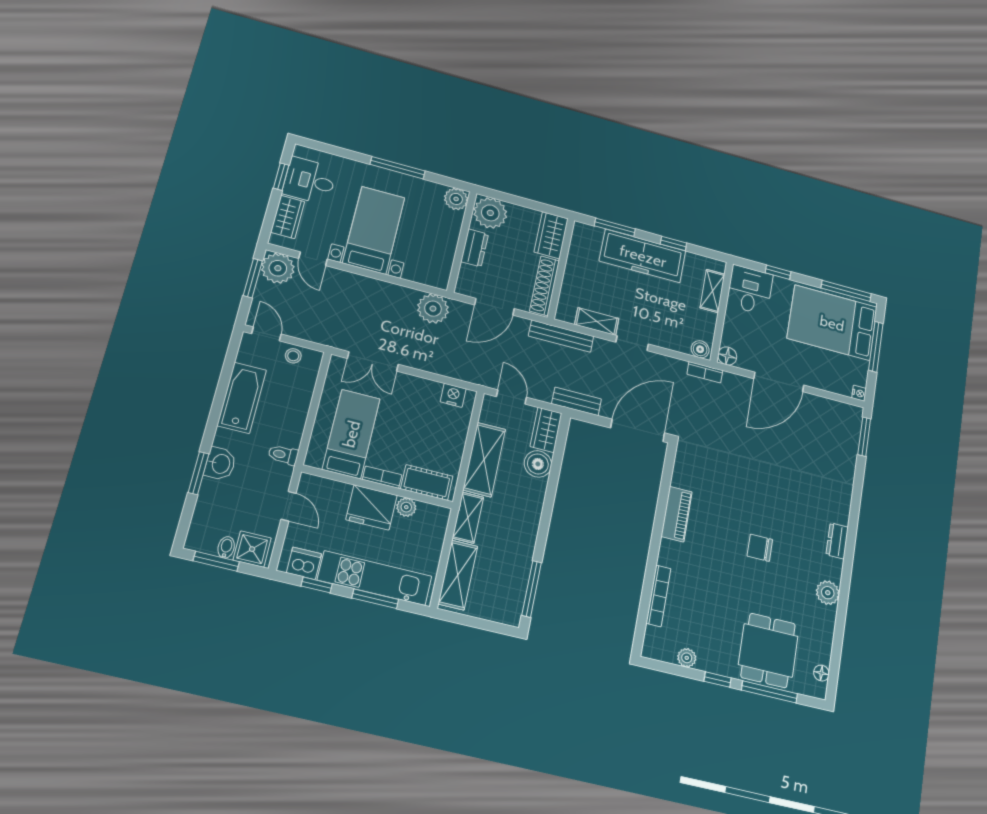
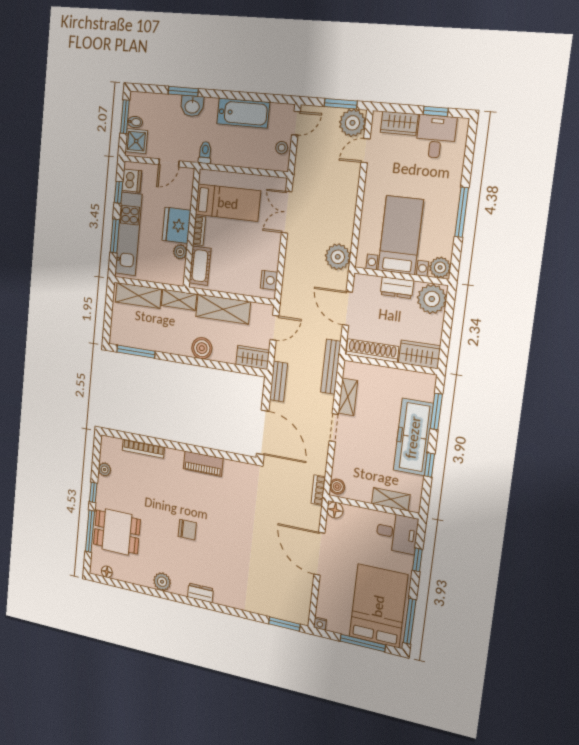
bed with nightstands: (374, 230) -> (401, 235), moved, turned -90
boiler: (538, 464) -> (202, 348), moved
chair: (760, 548) -> (187, 530), turned 90

